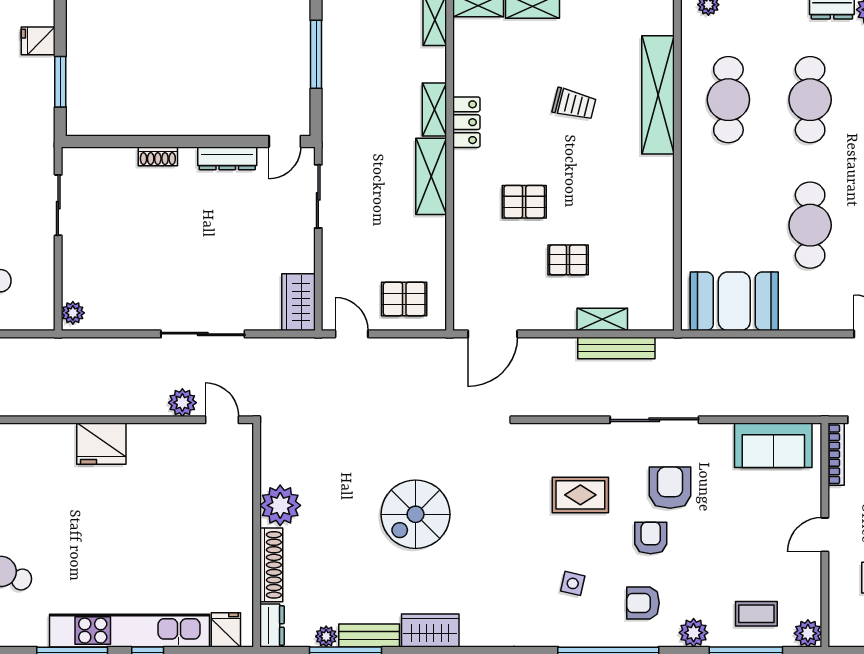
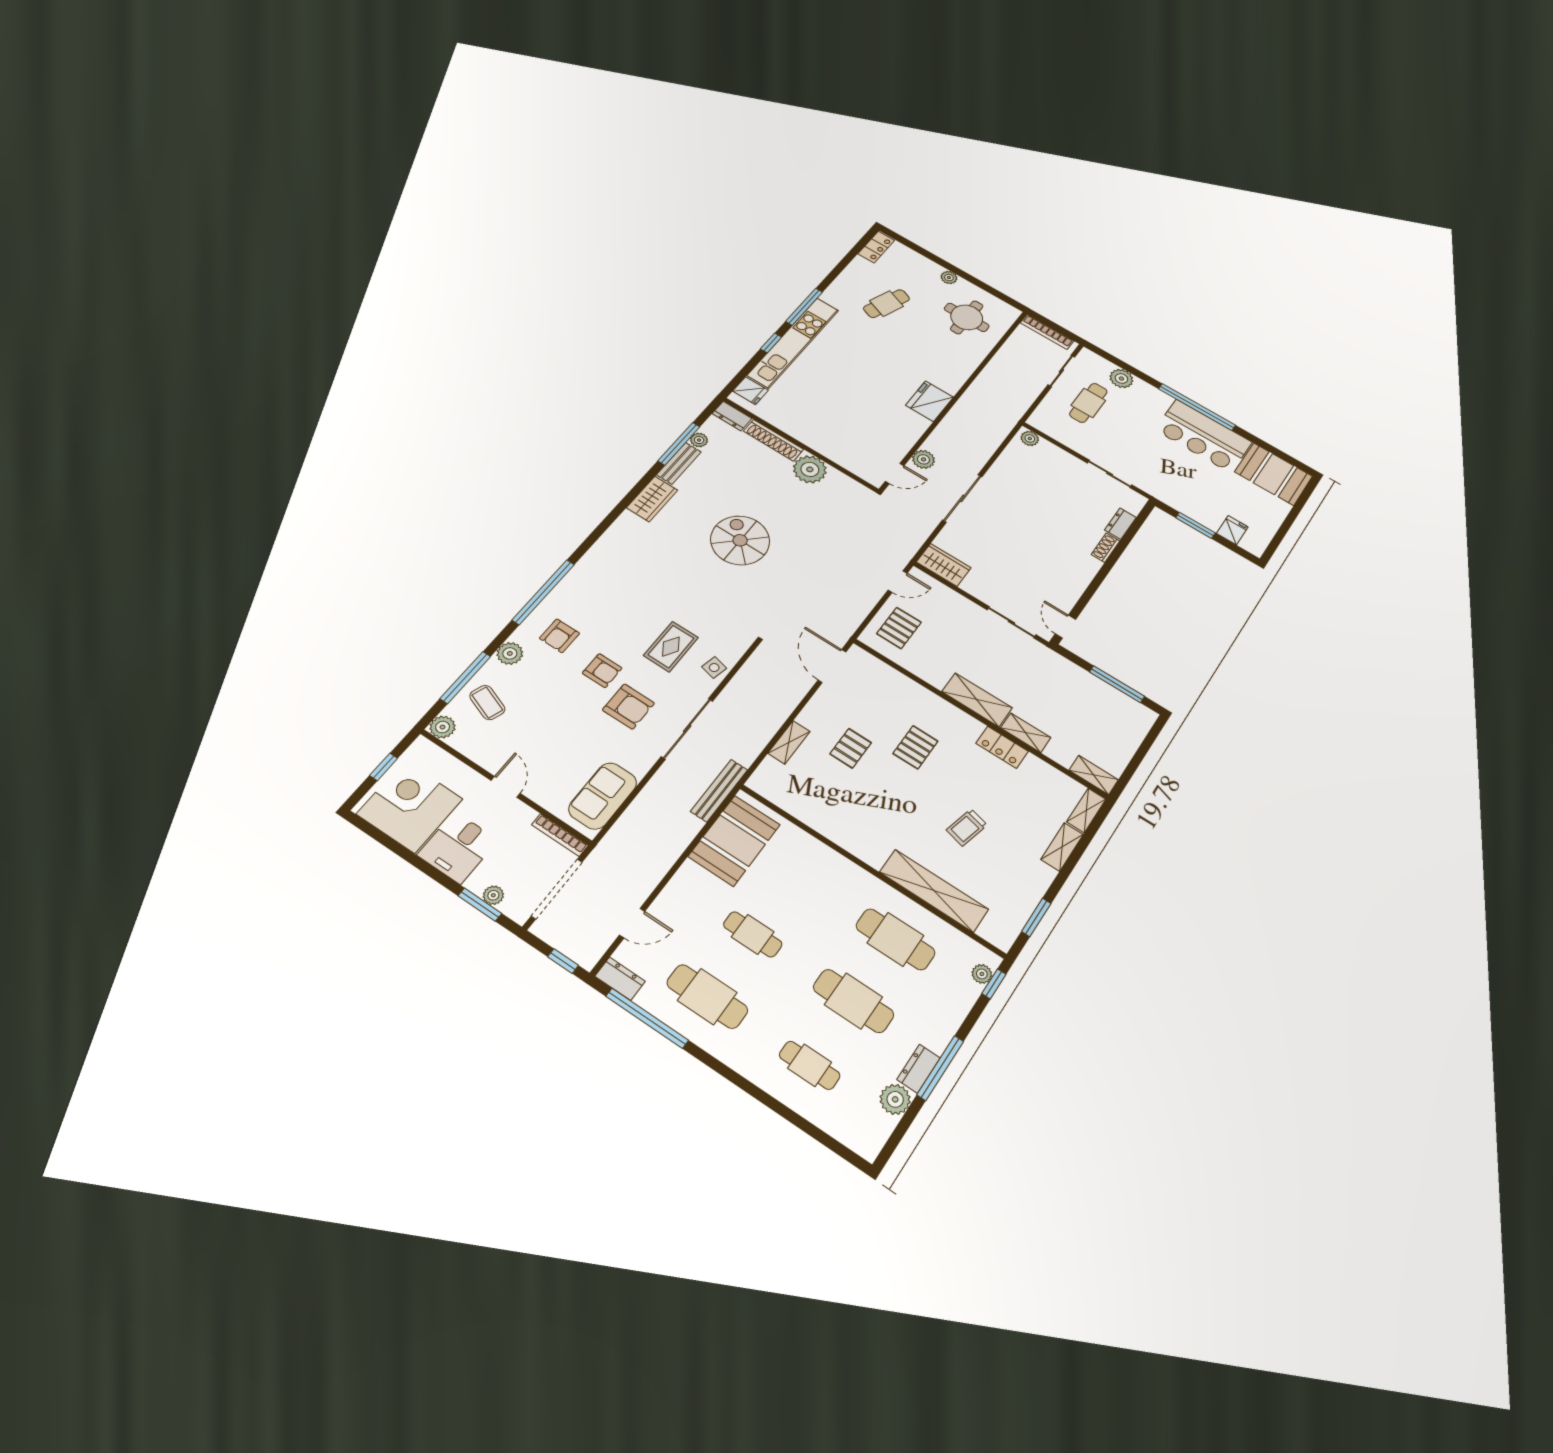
dresser: (227, 158) -> (1120, 524), moved, width x0.70
cafe table: (810, 225) -> (753, 934), width x0.73, depth x0.74
bench: (616, 348) -> (719, 791), moved
side table: (573, 583) -> (714, 668), moved
armchair: (643, 603) -> (559, 636), turned 180
coffee table: (756, 614) -> (487, 703), turned -70

